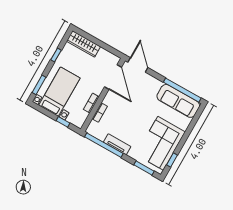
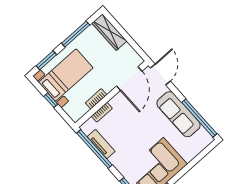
window: (56, 55) -> (76, 34), width x2.17
sofa: (178, 101) -> (178, 114), moved
window: (63, 122) -> (51, 100), moved
tv unit: (117, 144) -> (101, 144), moved

